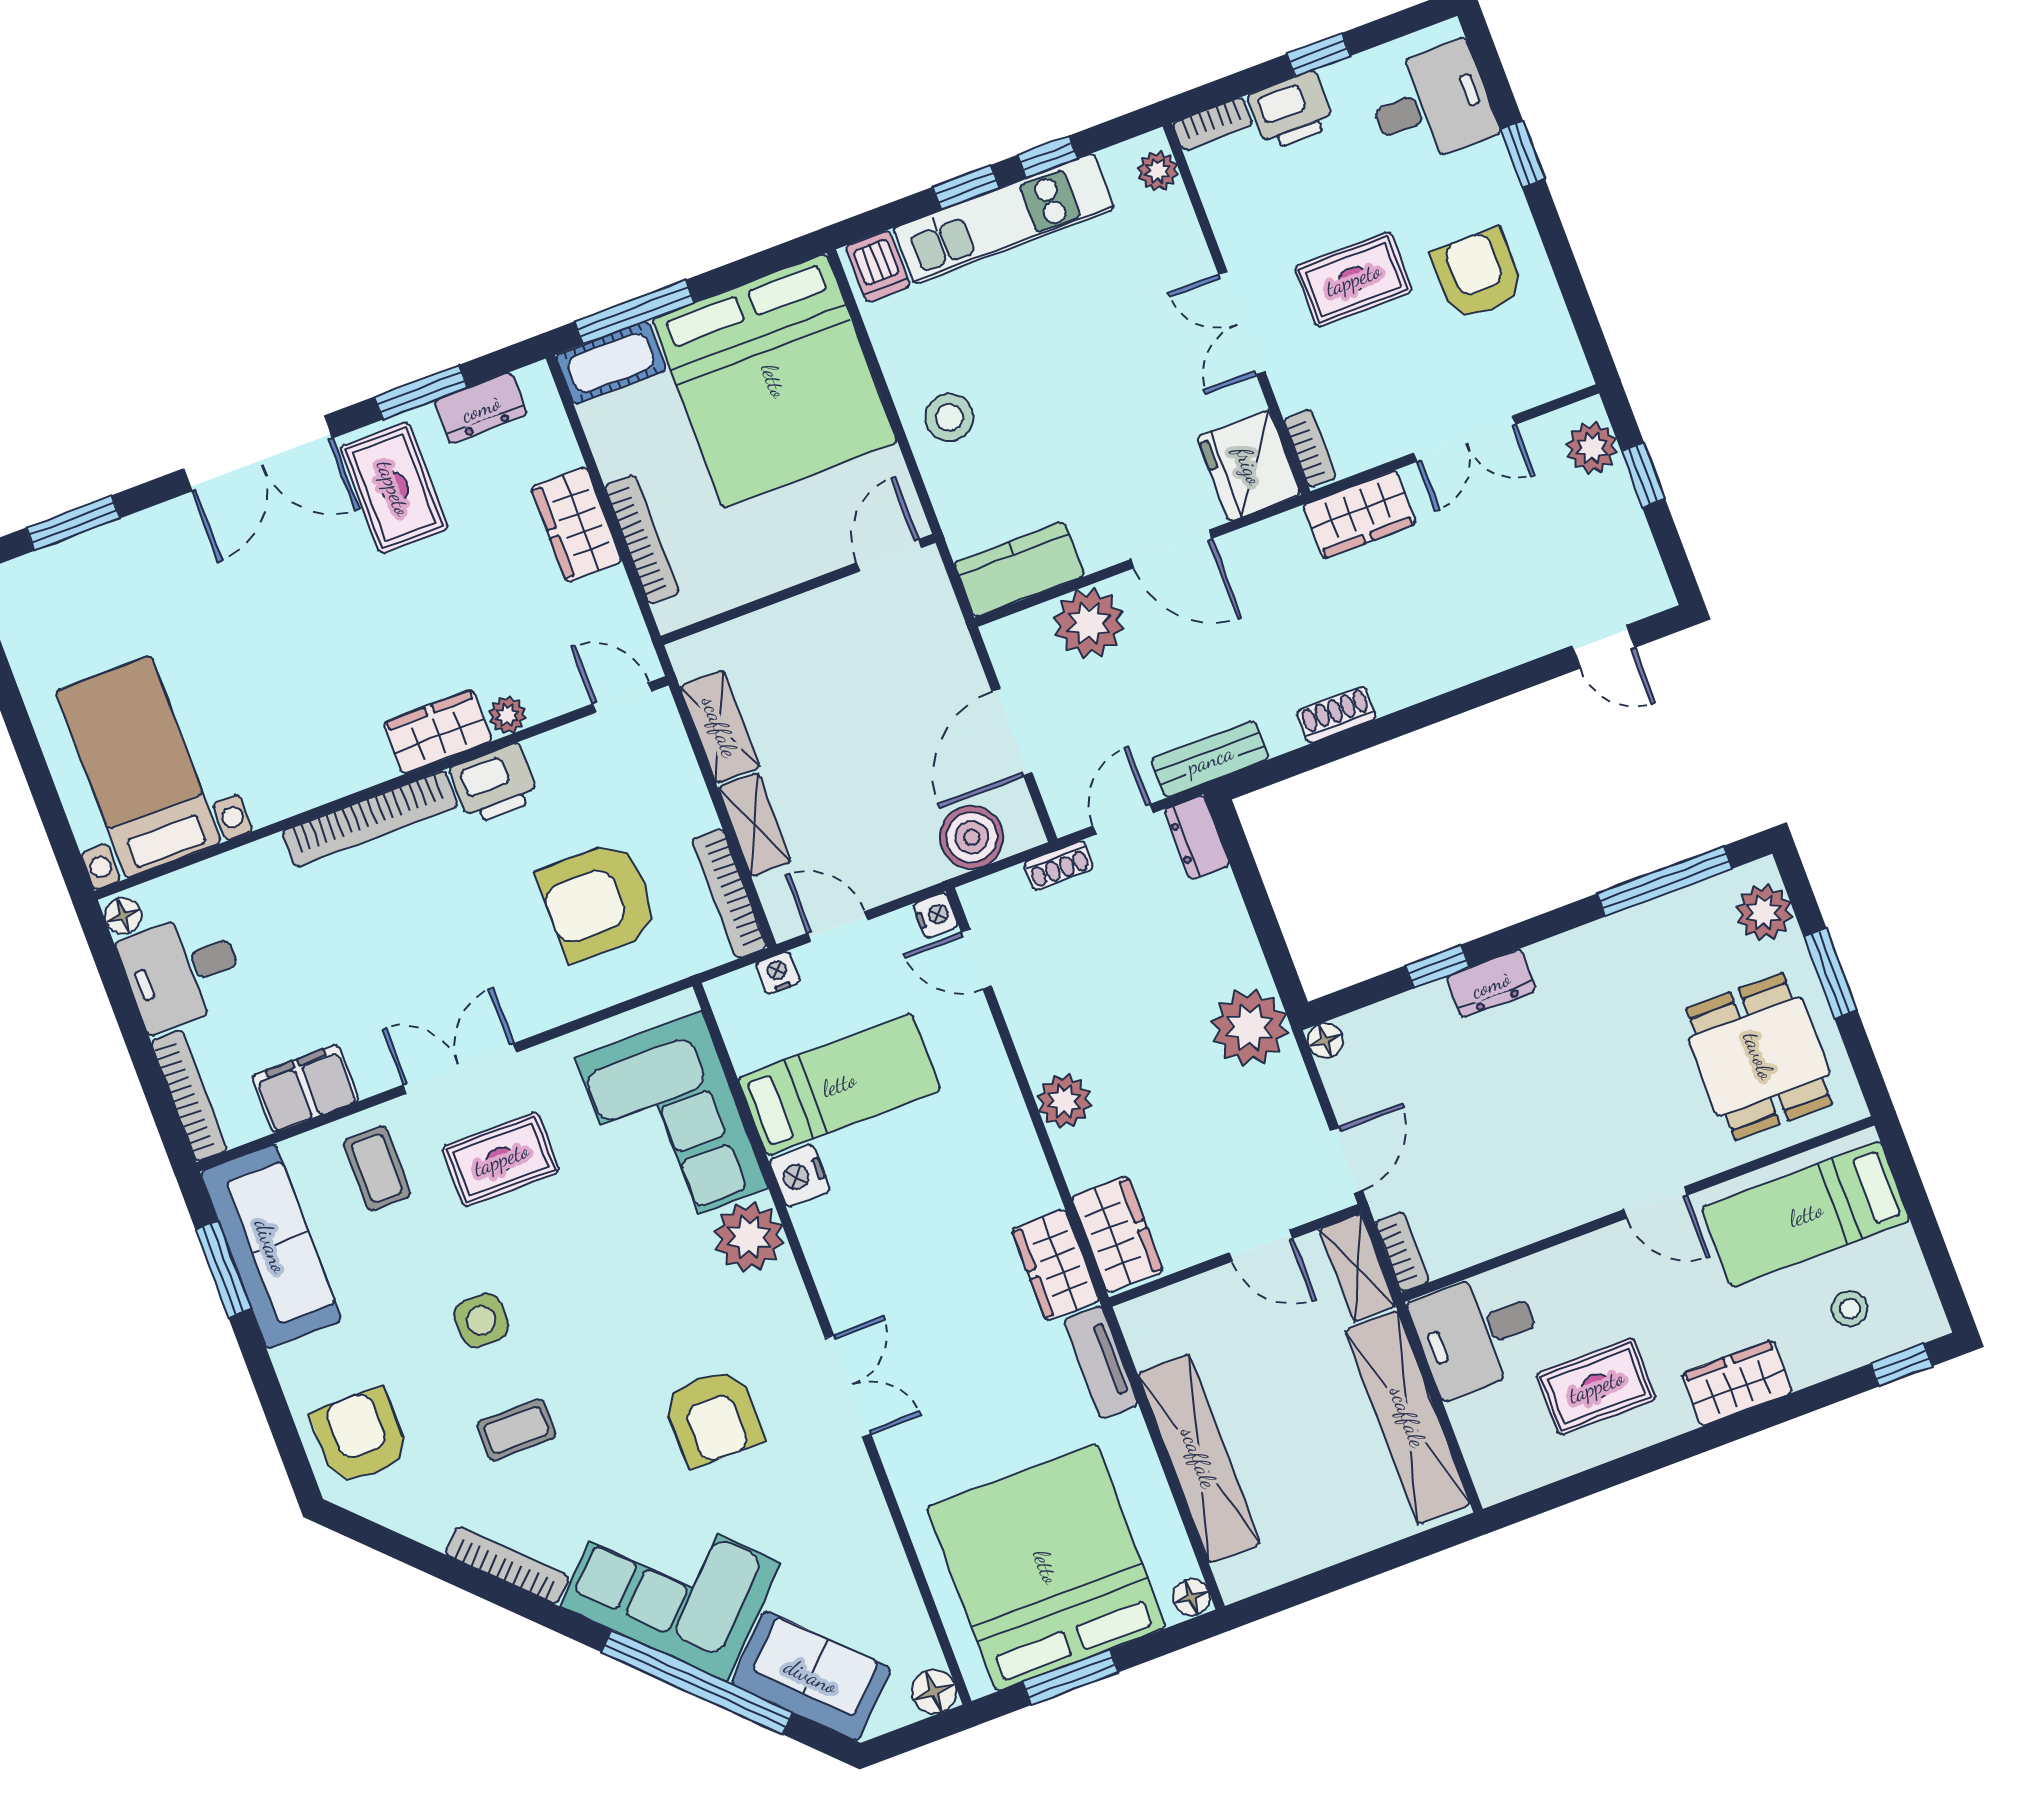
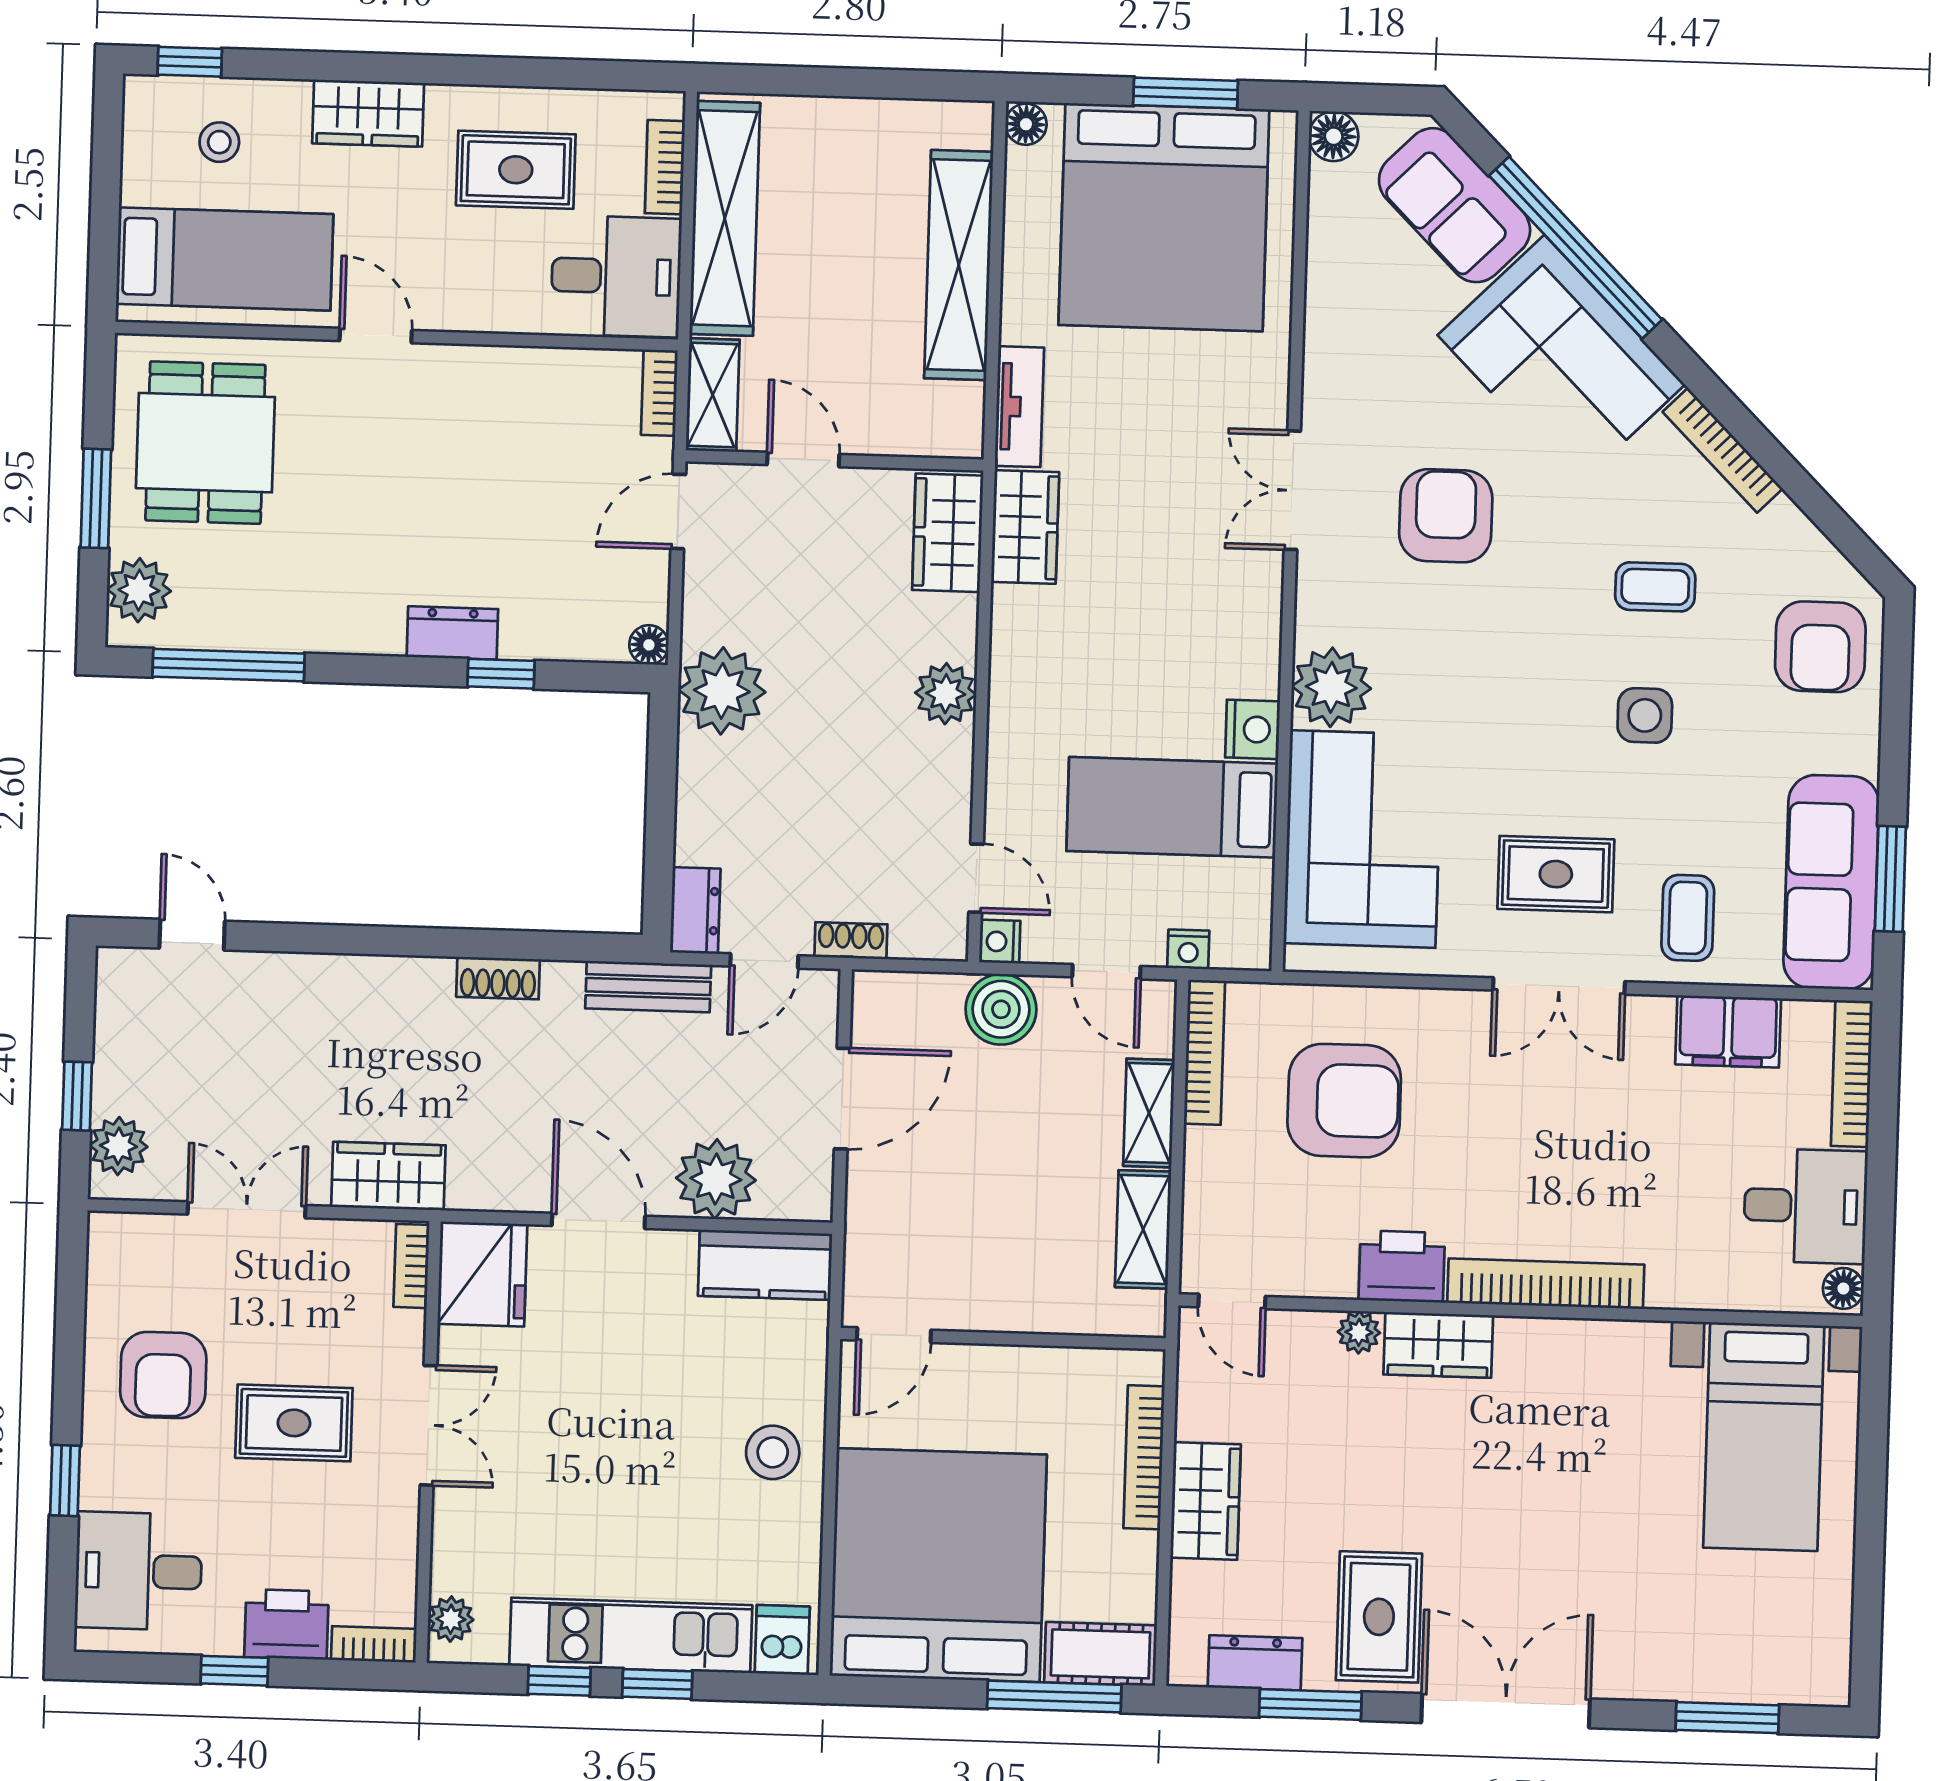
boiler: (972, 837) -> (1001, 1009), moved
bookcase: (1474, 1439) -> (665, 167), added

